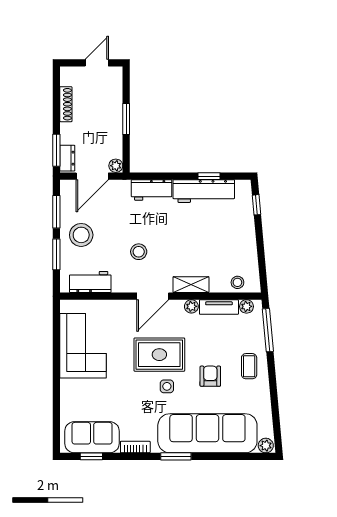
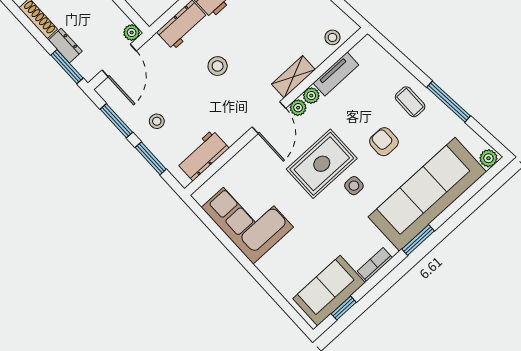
dresser: (67, 158) -> (65, 46), moved
stool: (81, 235) -> (157, 121), width x0.53, depth x0.53
stool: (139, 252) -> (218, 66), moved
plant: (247, 306) -> (298, 108), moved
window: (268, 330) -> (449, 102), moved

